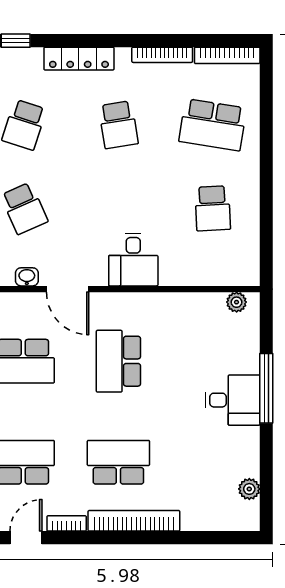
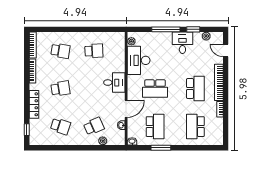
school desk: (213, 125) -> (60, 51), width x0.54
desk: (189, 320) -> (139, 60), added
desk: (233, 400) -> (182, 43), moved
window: (266, 457) -> (193, 29), added
school desk: (118, 462) -> (195, 89), turned 180
door: (26, 538) -> (226, 50), moved

